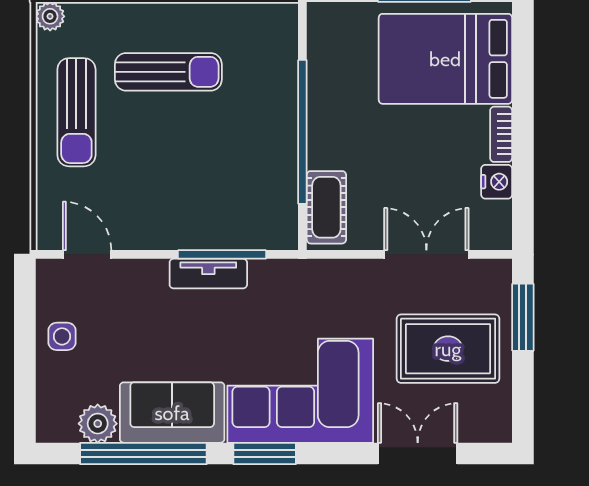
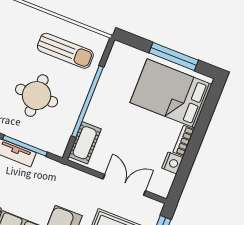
sun lounger: (168, 72) -> (65, 51), moved
round table: (208, 157) -> (37, 96), added

